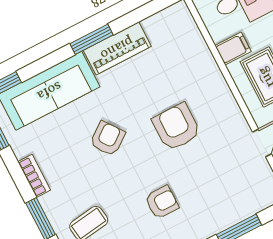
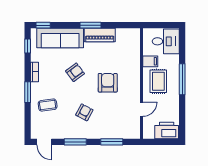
armchair: (162, 202) -> (84, 112), turned -62

